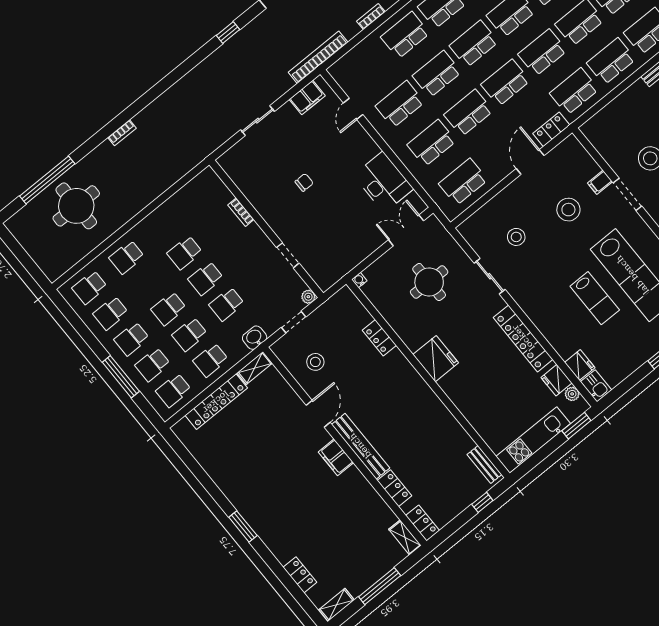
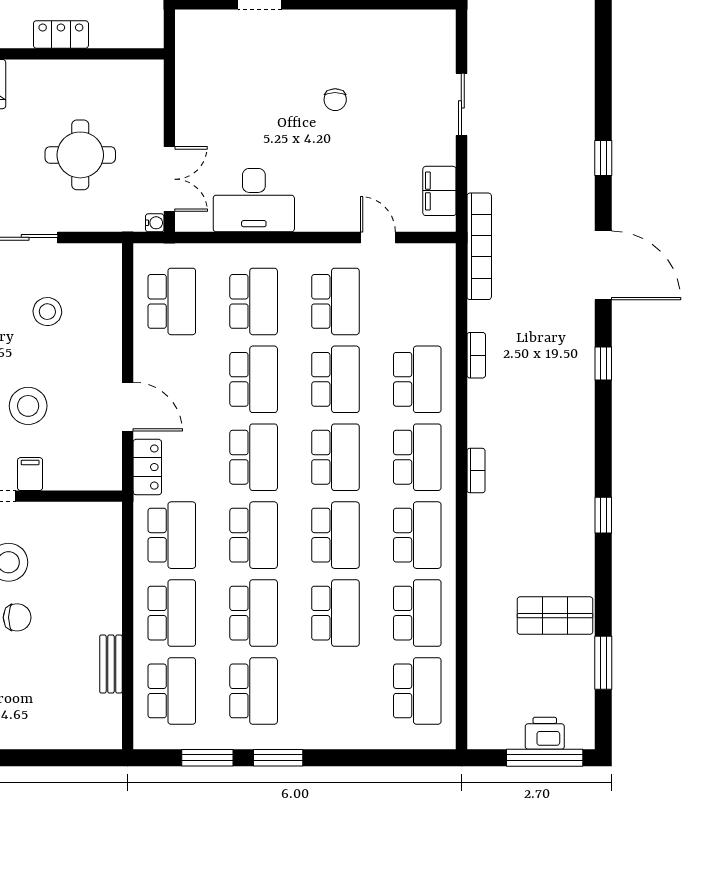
water cooler: (359, 280) -> (155, 223), moved

